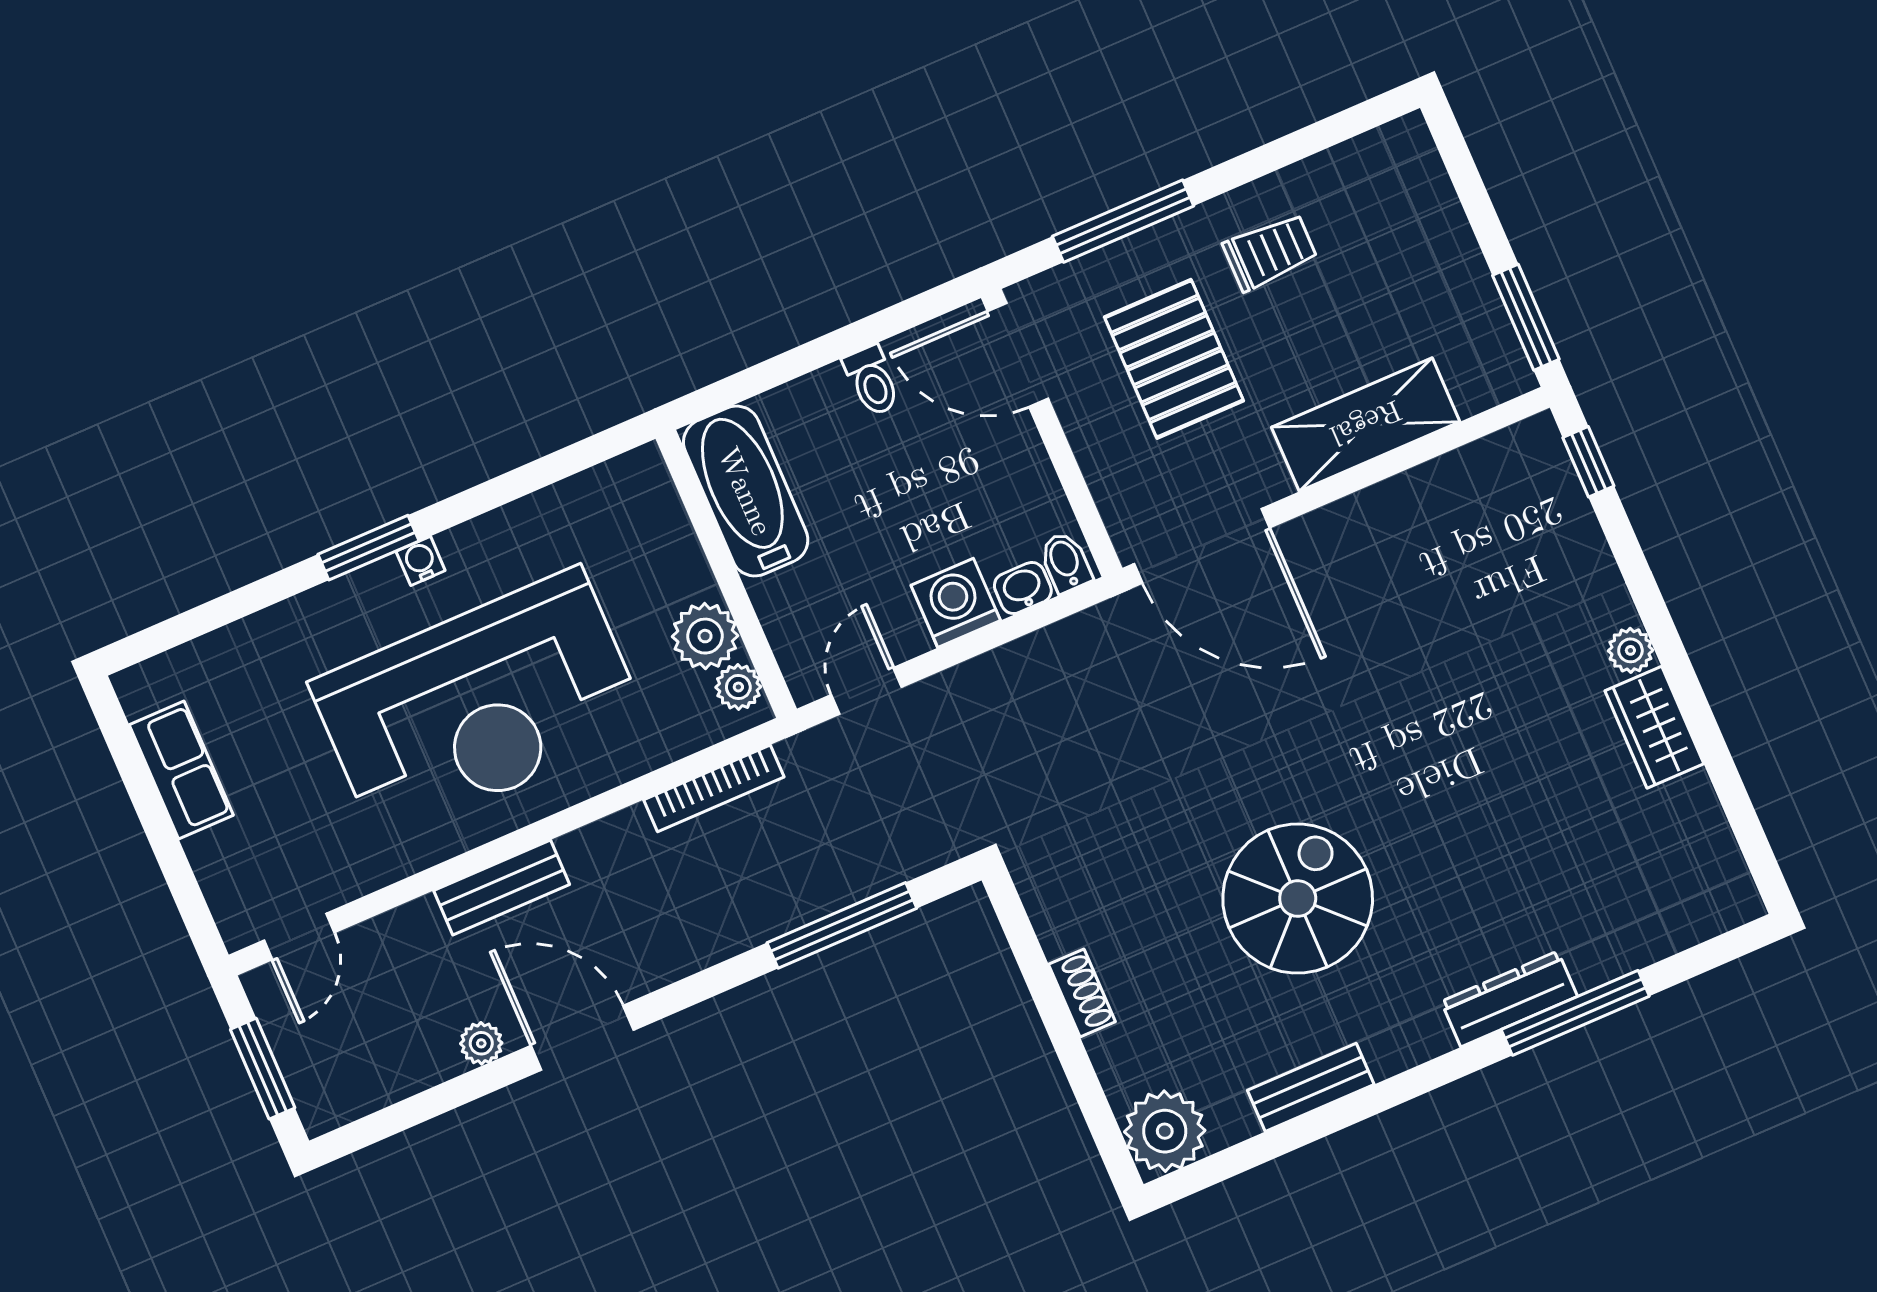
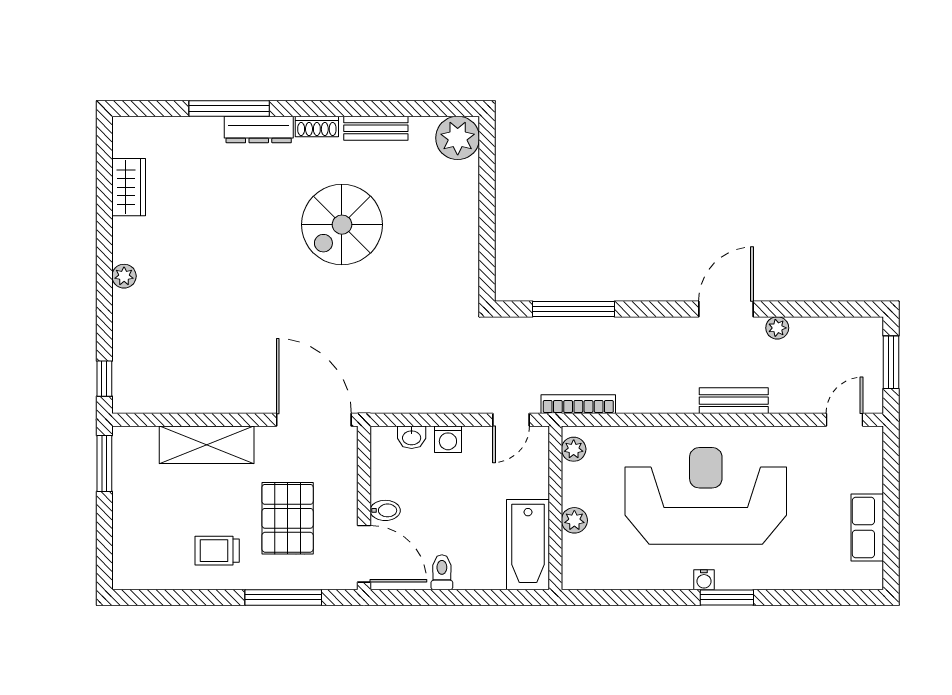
bidet: (1066, 562) -> (385, 510), moved, turned -90
washing machine: (956, 603) -> (448, 439), width x0.73, depth x0.73
plant: (705, 636) -> (574, 520), moved, width x0.73, depth x0.73
wardrobe: (1654, 727) -> (129, 187), moved
bookcase: (714, 788) -> (578, 404), moved
shoe rack: (1082, 993) -> (317, 127), moved, turned -90
door: (582, 1038) -> (726, 309), swing flipped

